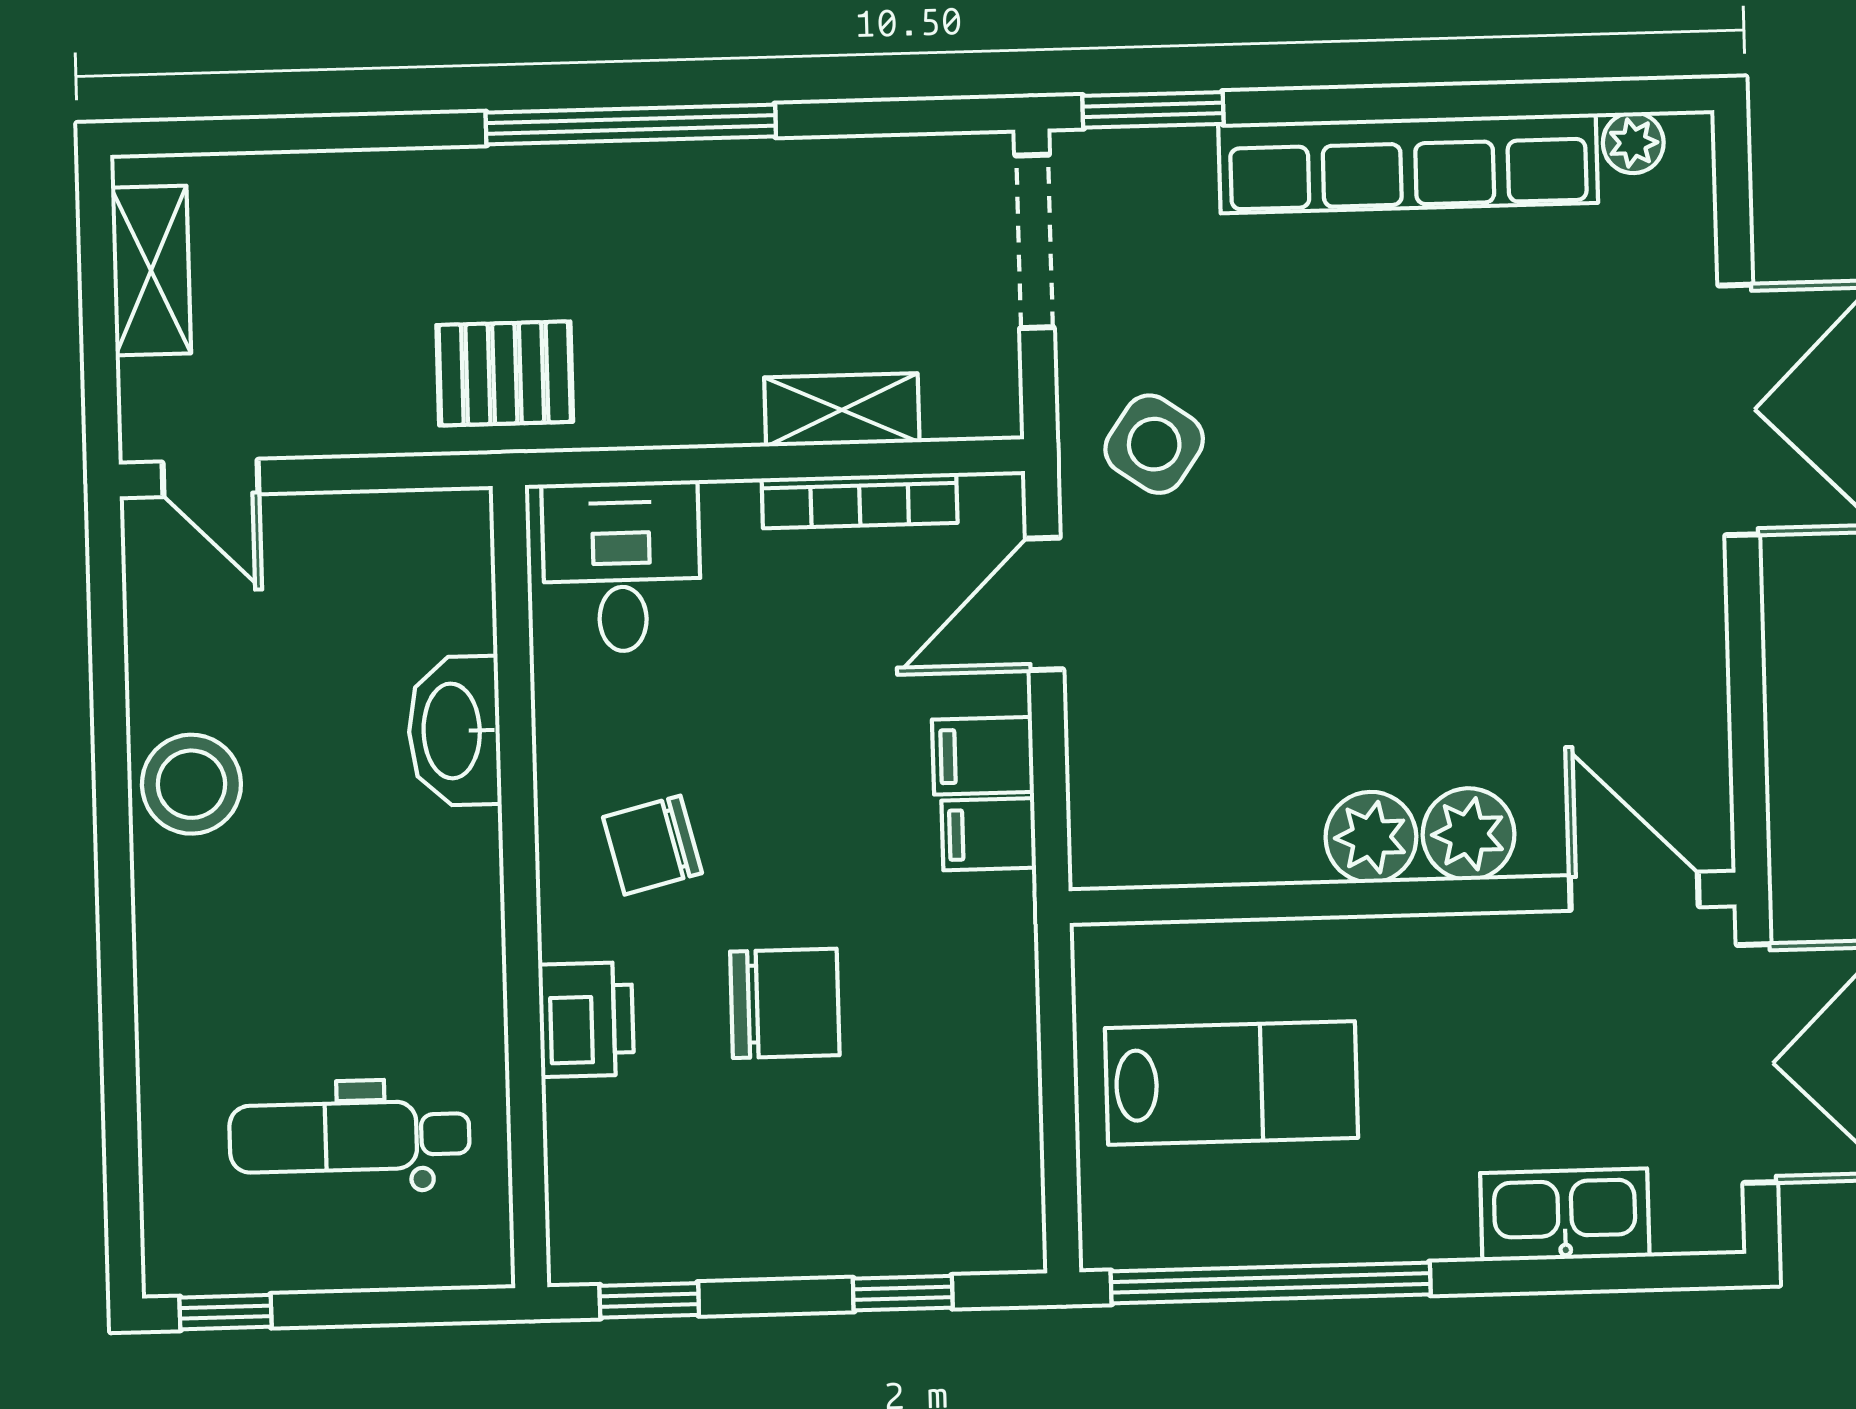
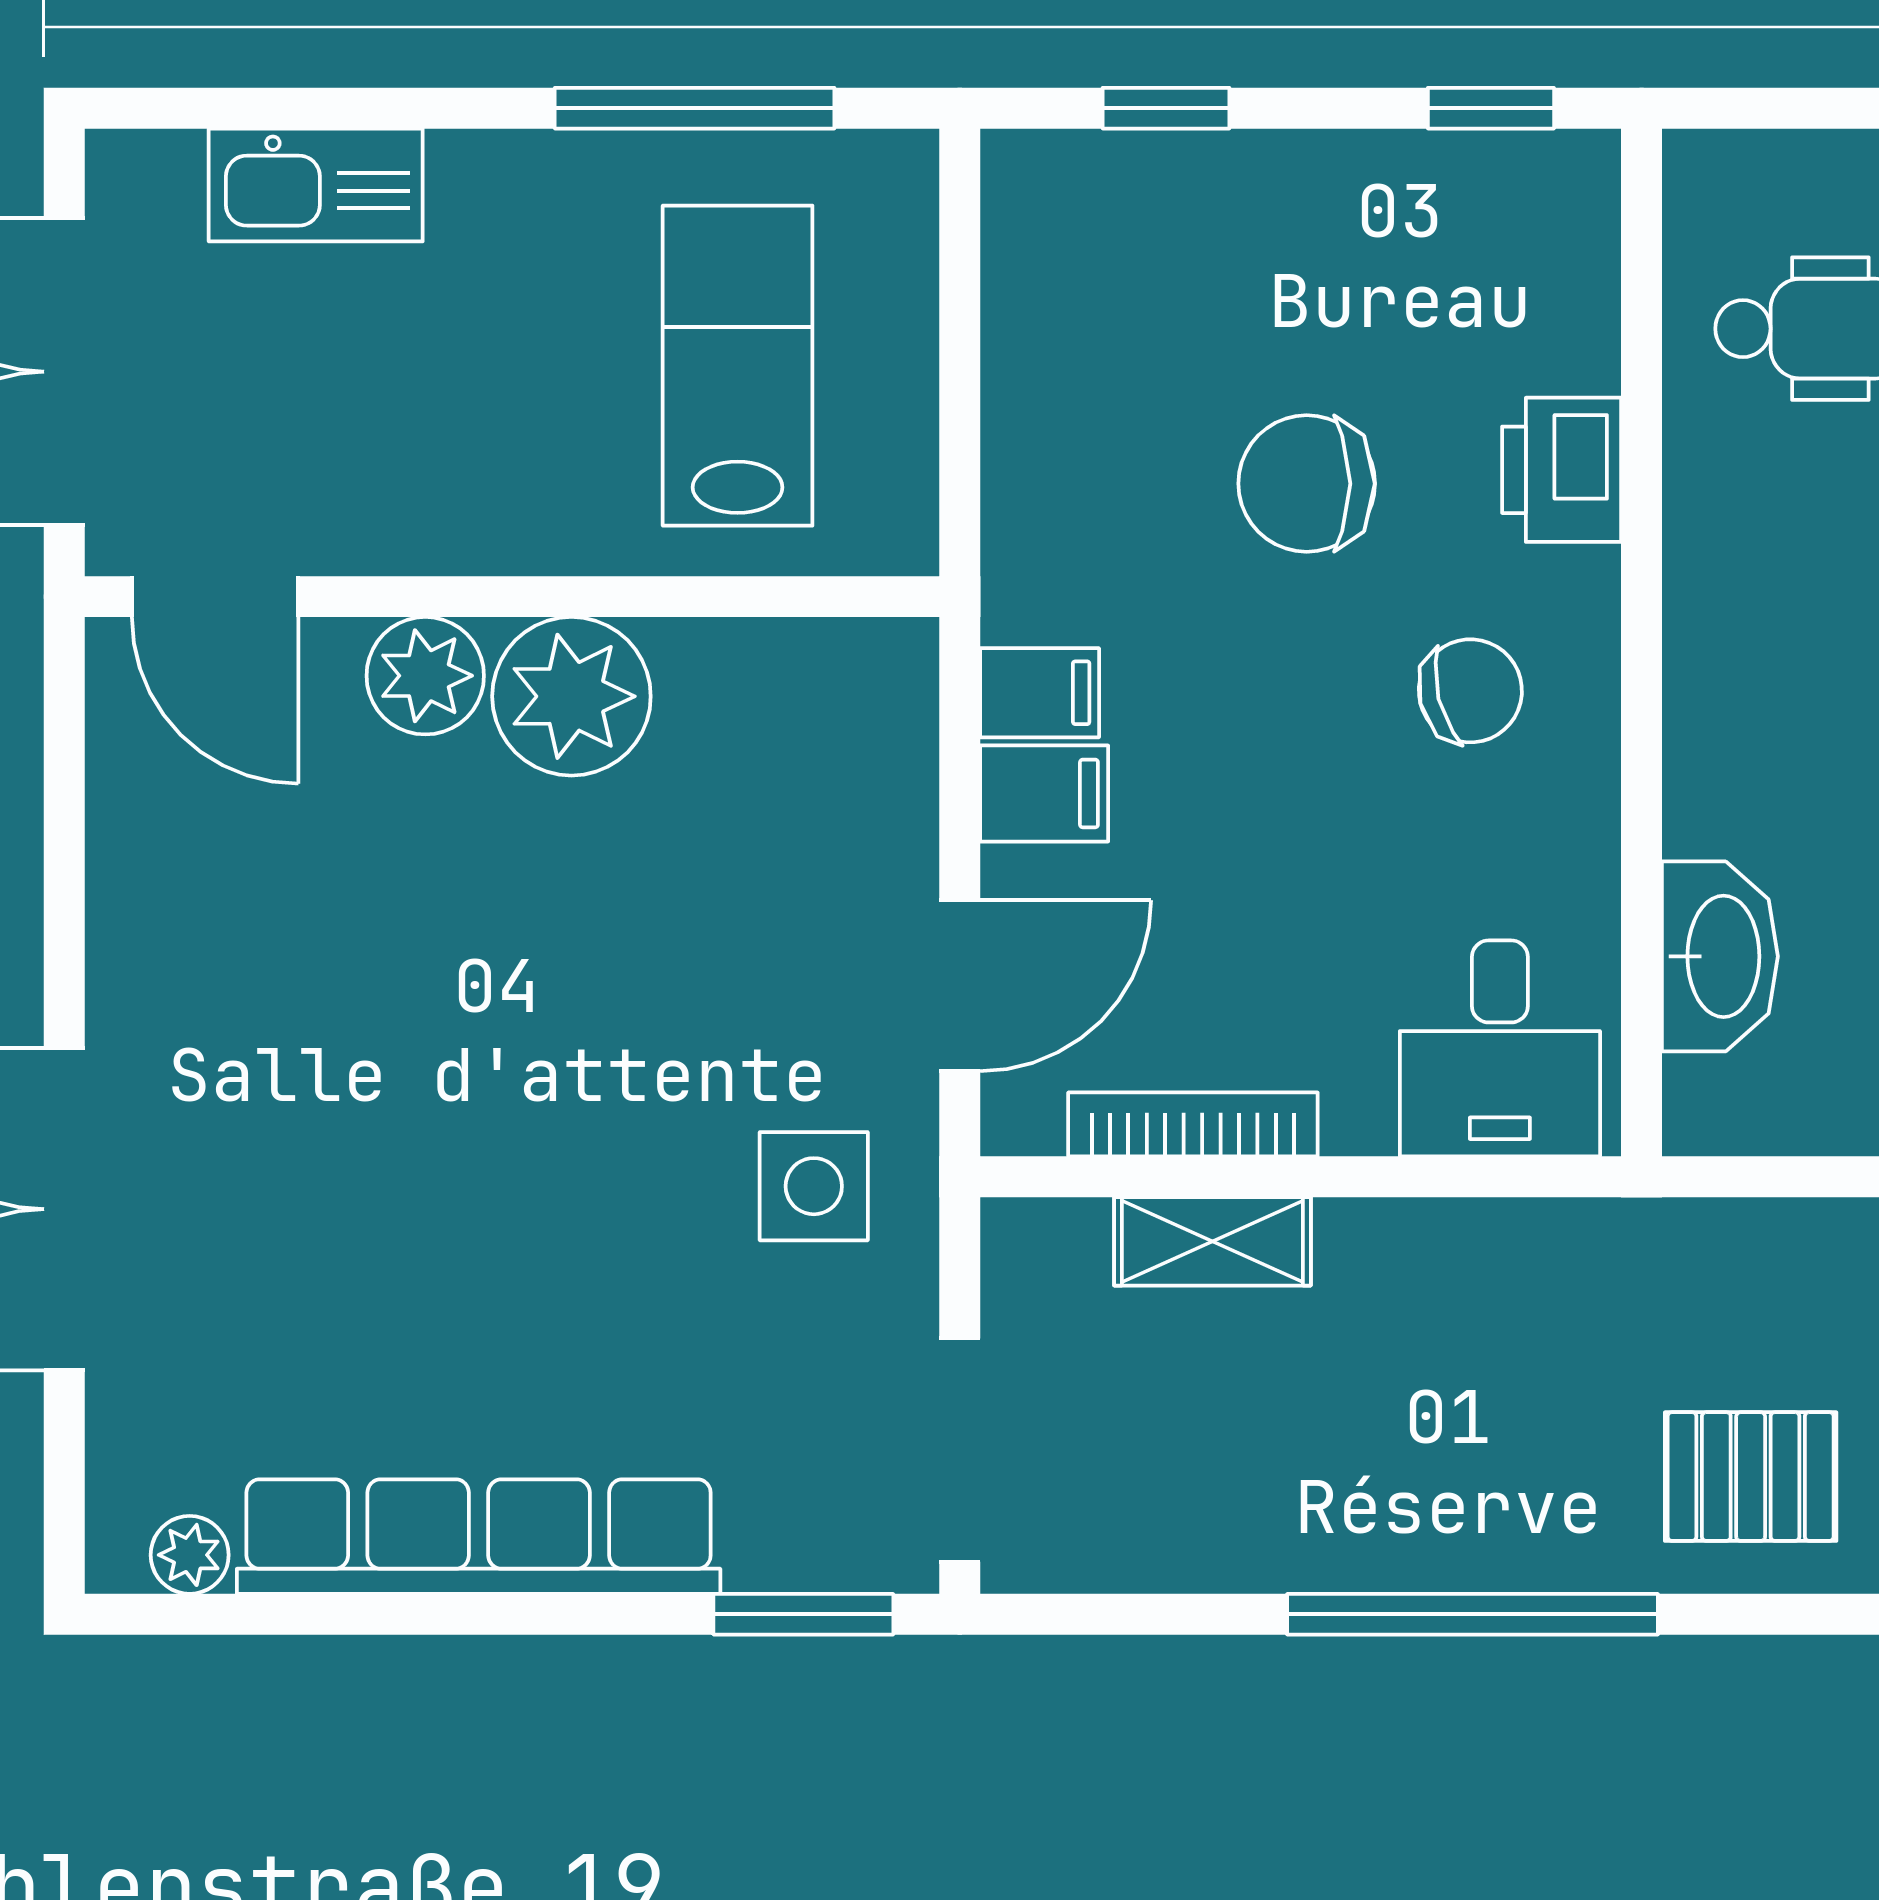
pallet: (505, 373) -> (1751, 1477), moved
side table: (1154, 444) -> (814, 1186), turned -35
washbasin: (454, 731) -> (1720, 956), moved
plant: (1371, 837) -> (571, 696), width x1.36, depth x1.36
lab bench: (1232, 1083) -> (738, 366), turned 90
window: (1271, 1283) -> (695, 108), width x0.68

